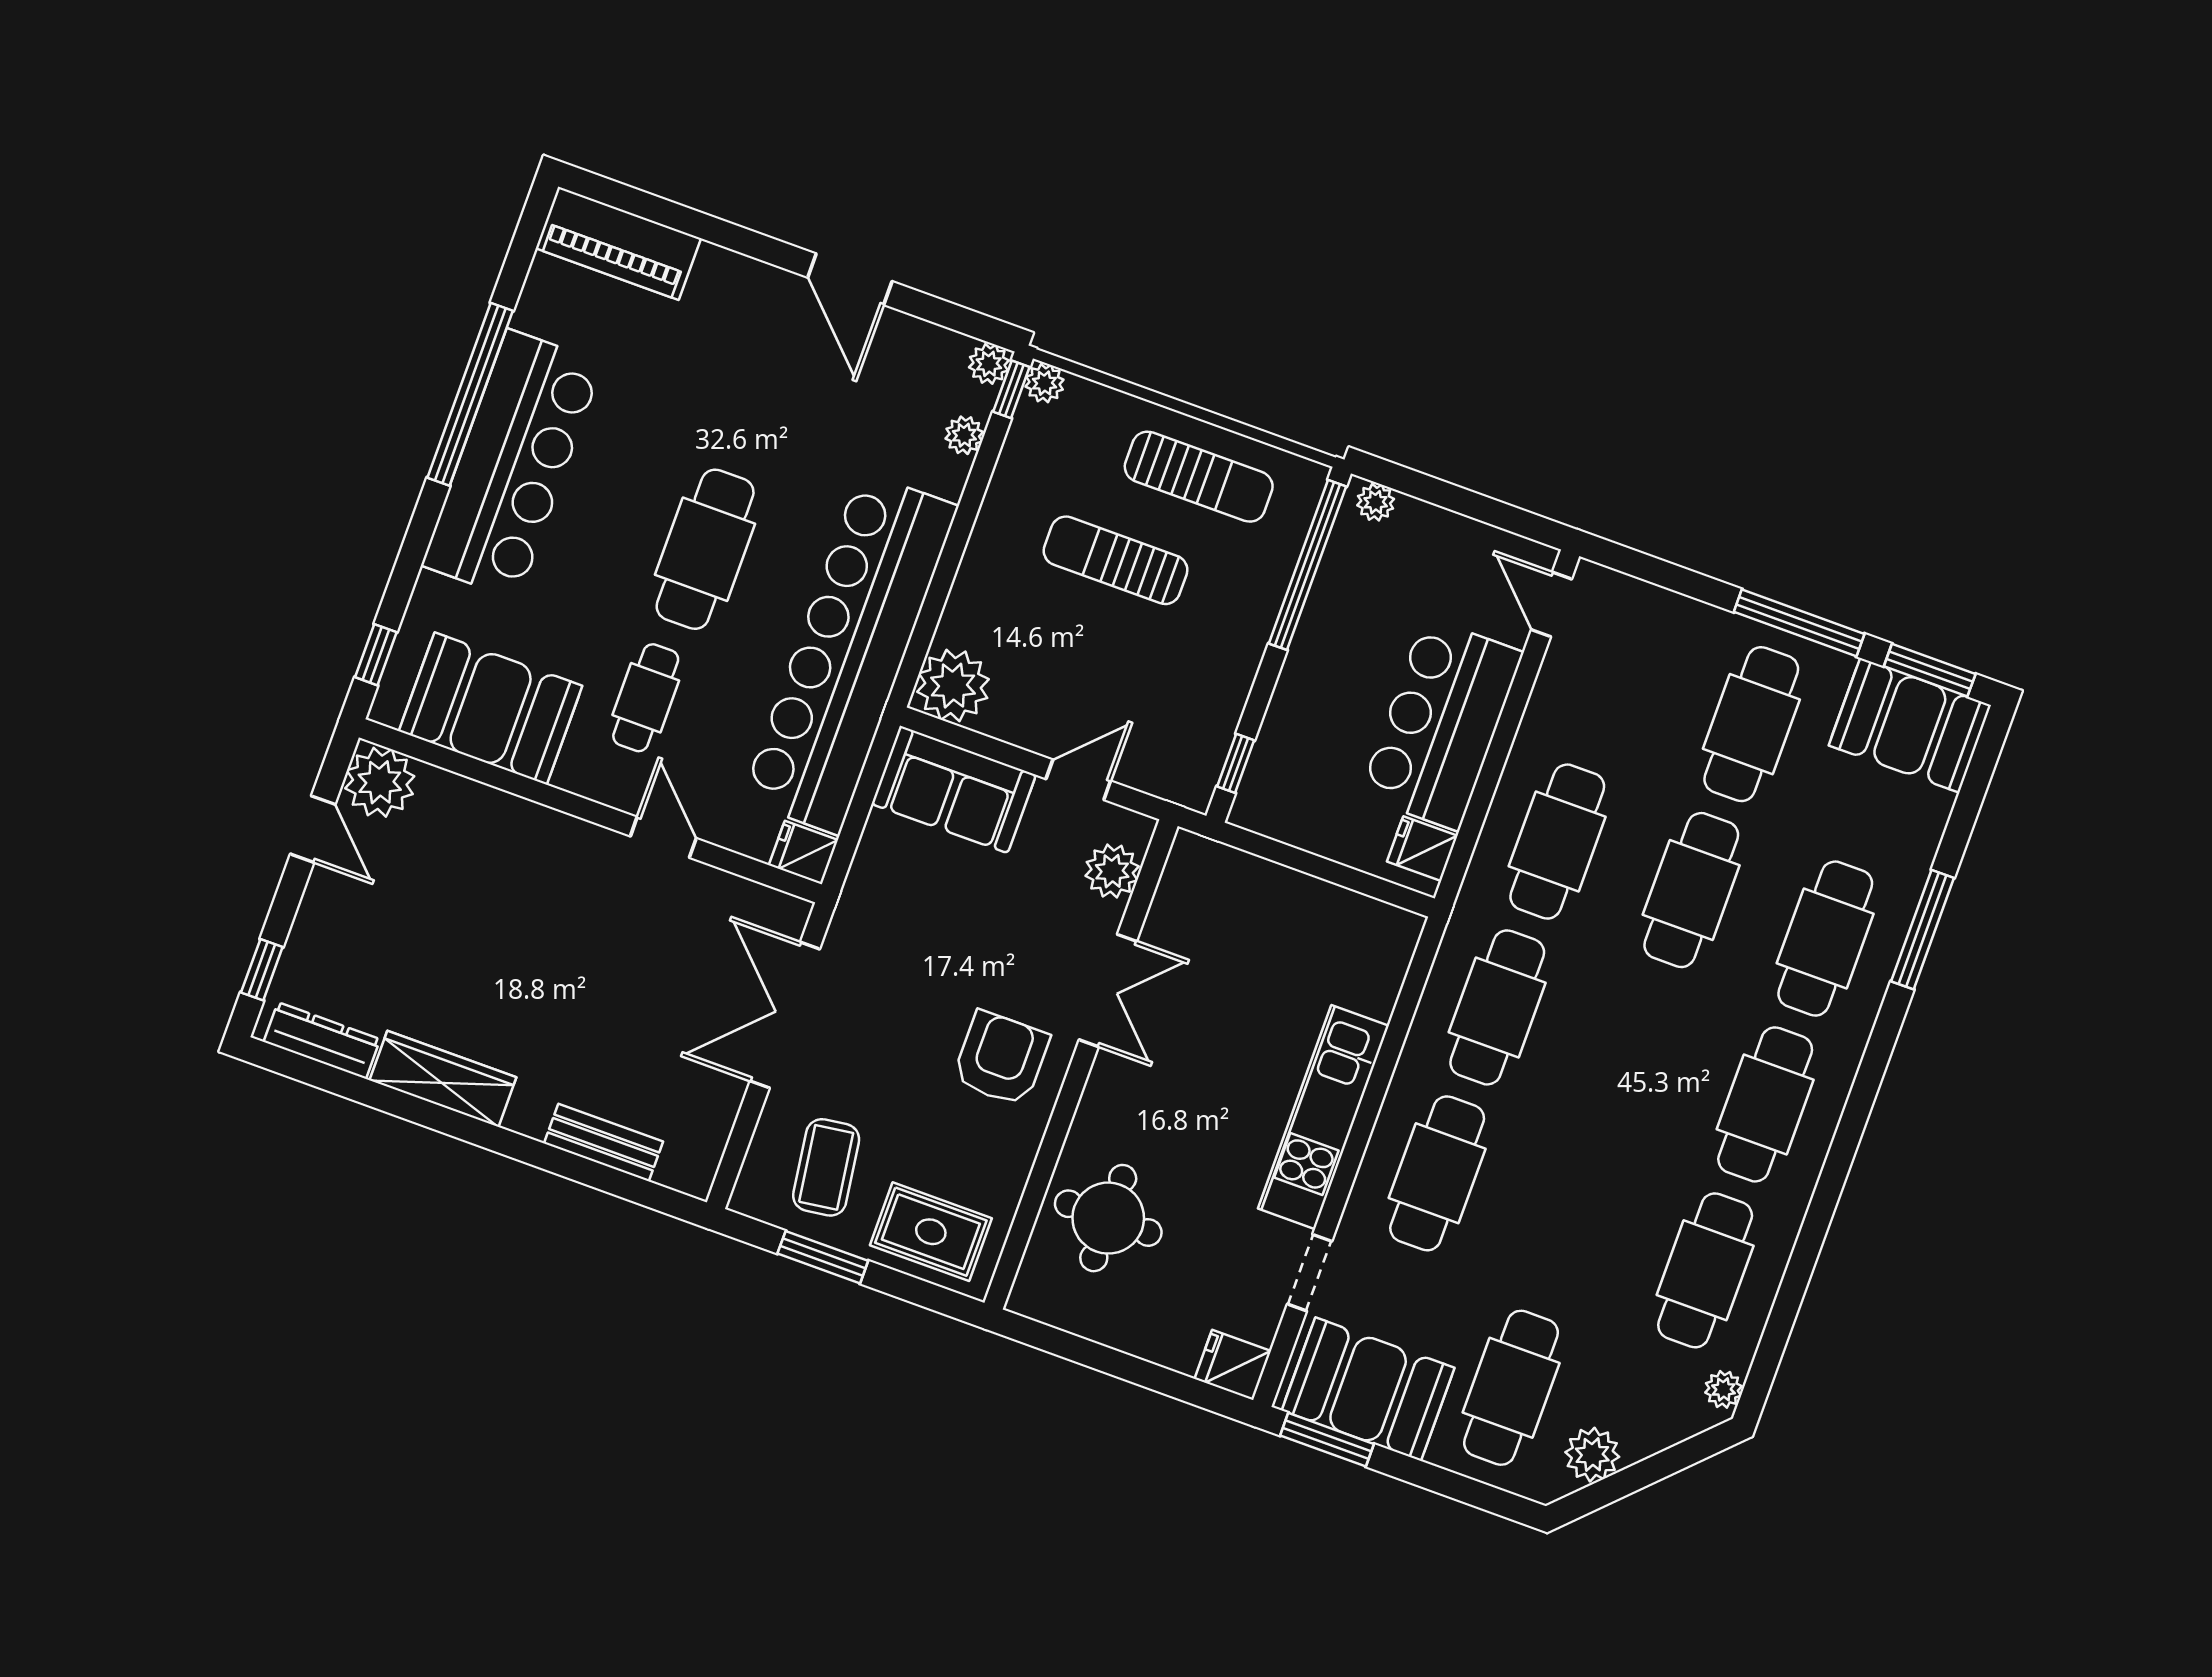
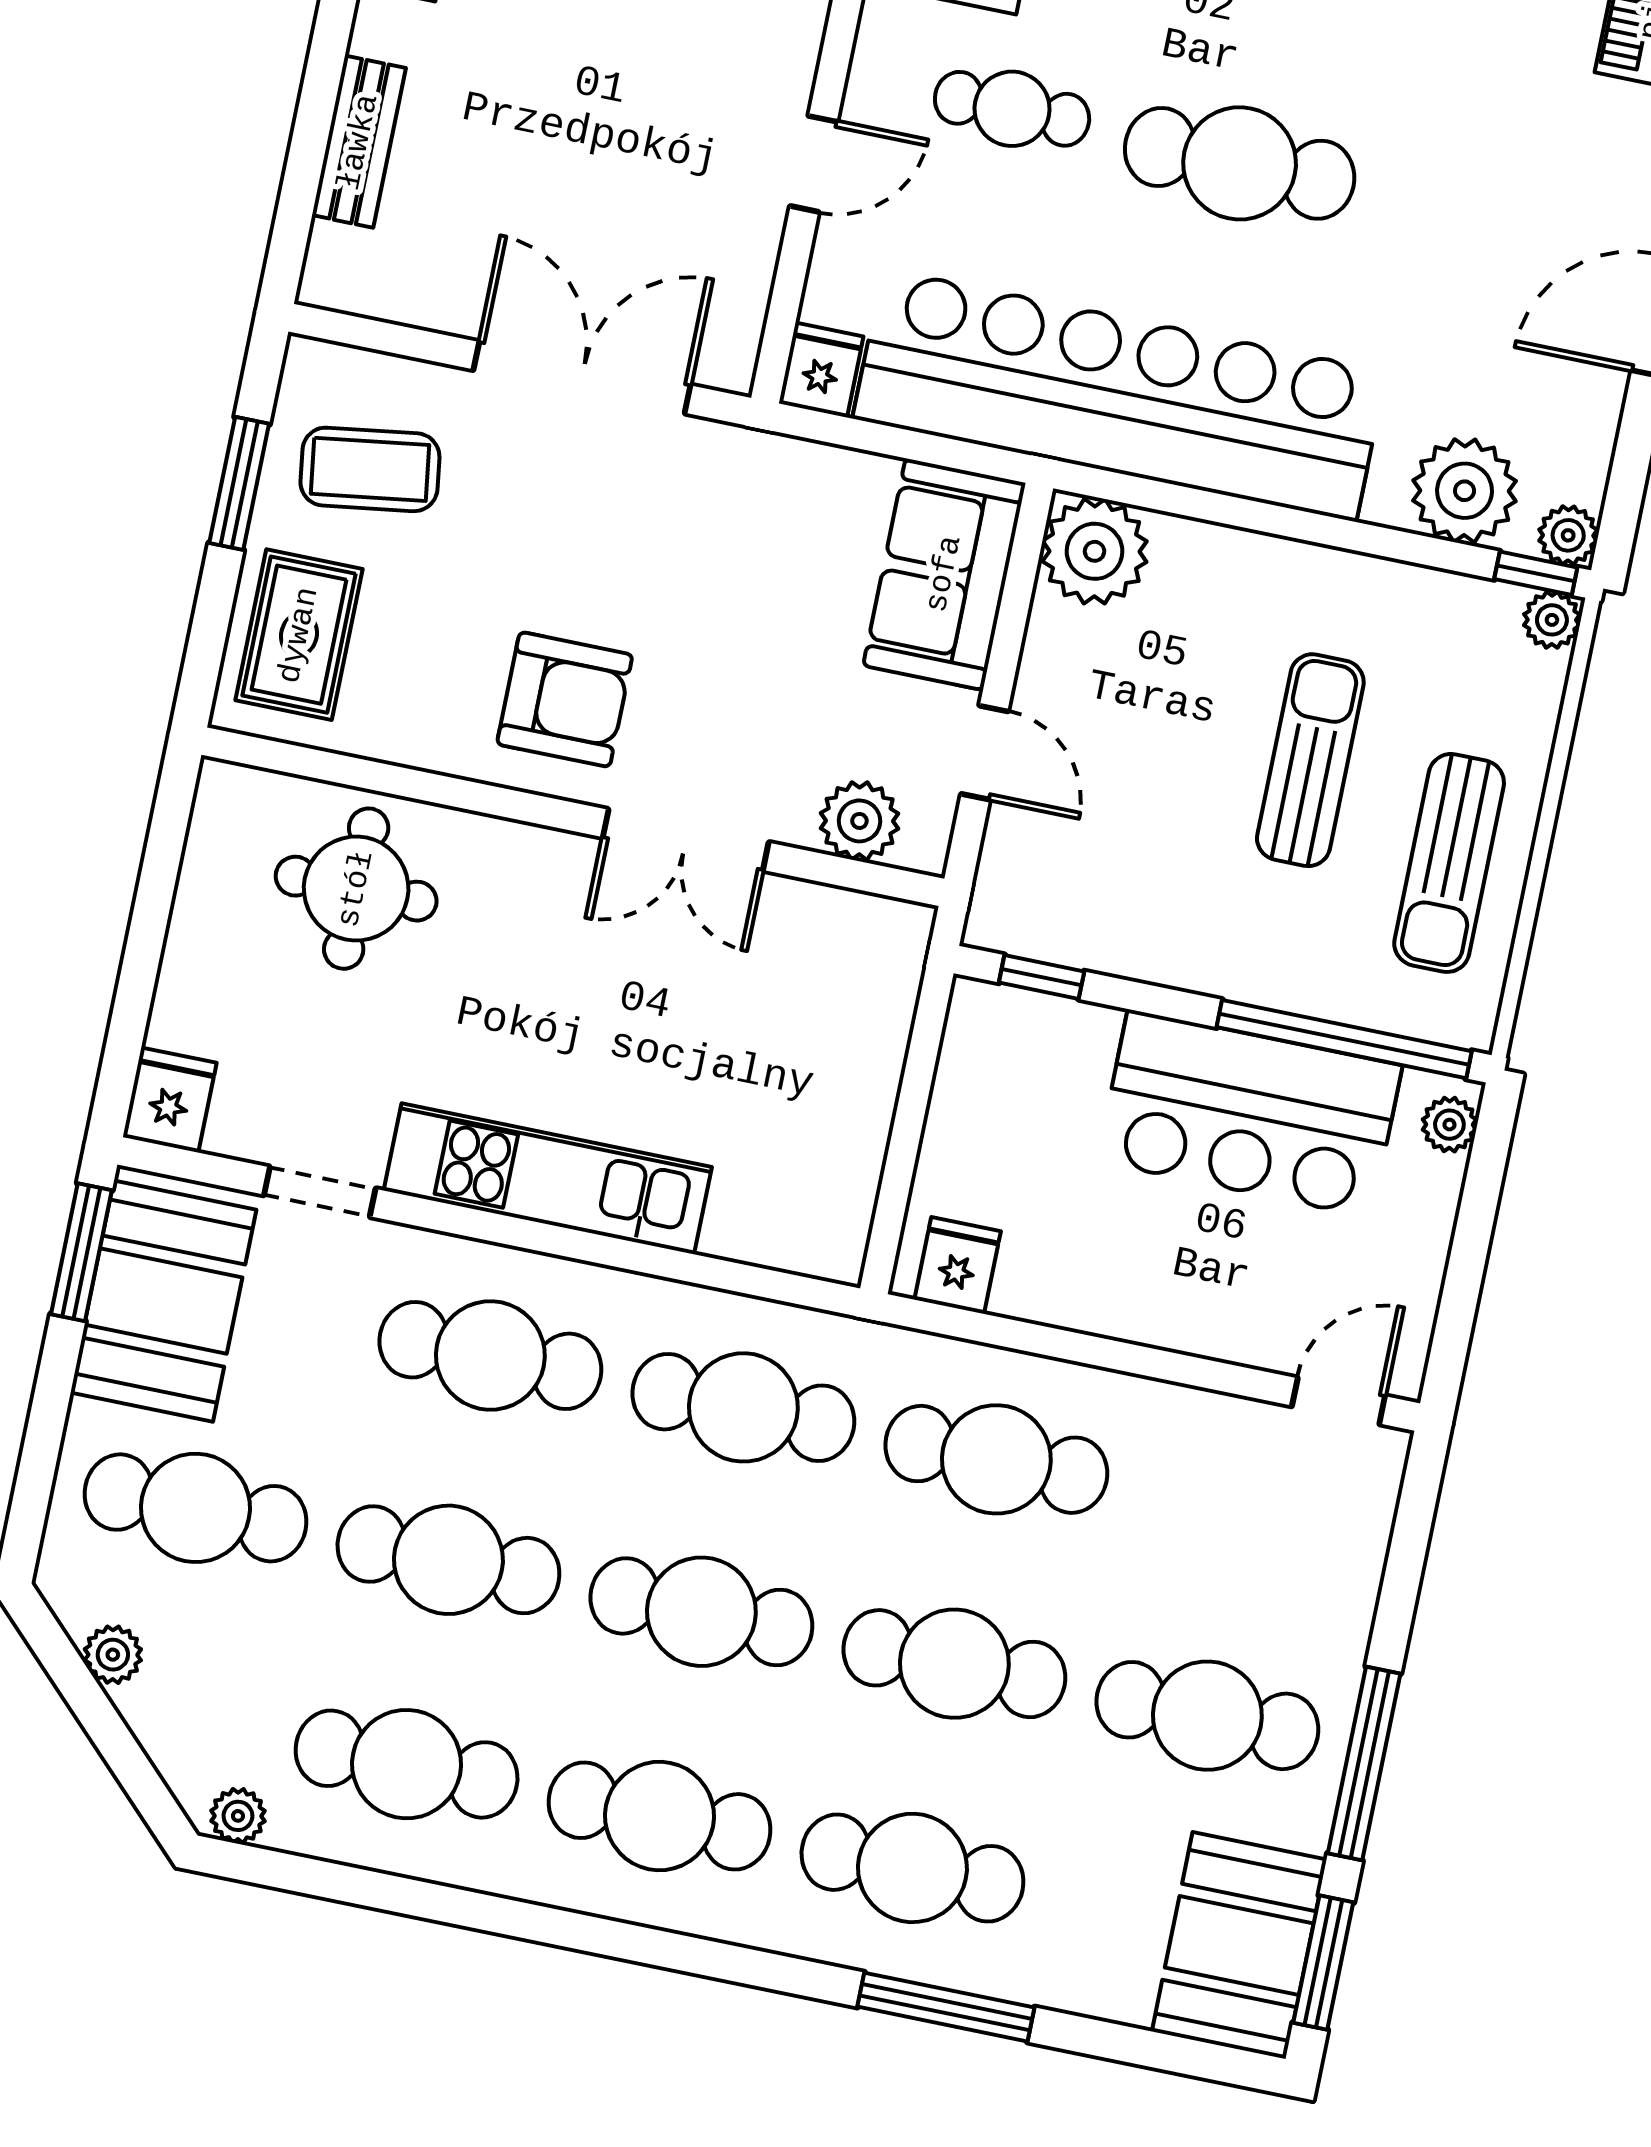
plant: (964, 435) -> (1465, 491), width x1.88, depth x1.88
bar counter: (1442, 724) -> (1250, 1113), moved, turned 180
cafe table: (1631, 1056) -> (701, 1612), added
cafe table: (1571, 1222) -> (448, 1560), added
plant: (1592, 1455) -> (113, 1655), width x0.73, depth x0.73

